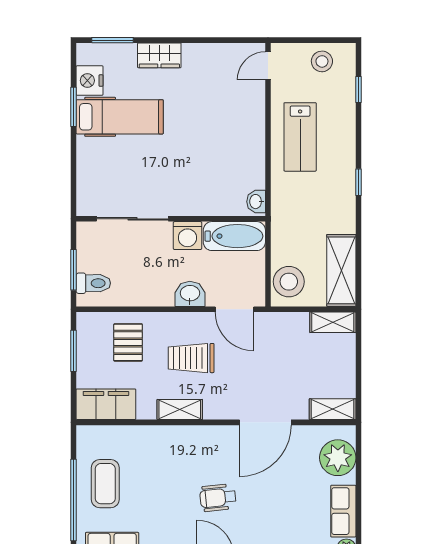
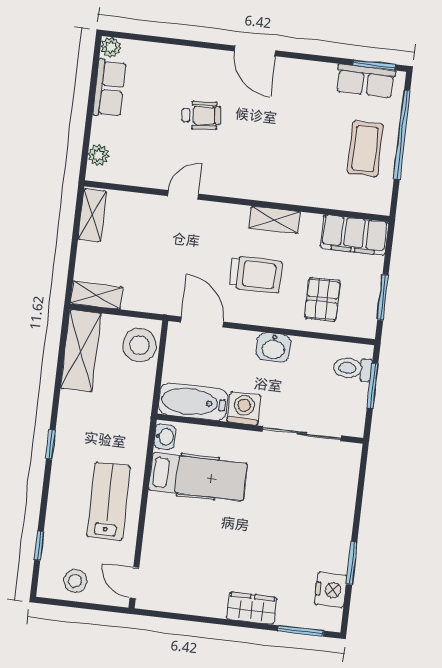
door: (268, 66) -> (134, 583), swing flipped
hospital bed: (120, 117) -> (198, 477), moved, turned 180
washbasin: (190, 294) -> (274, 347), moved
shelving: (333, 409) -> (92, 215), moved, turned 90
door: (265, 422) -> (183, 195), width x0.53
plant: (338, 458) -> (98, 155), width x0.53, depth x0.53
wheelchair: (218, 498) -> (201, 115), moved

